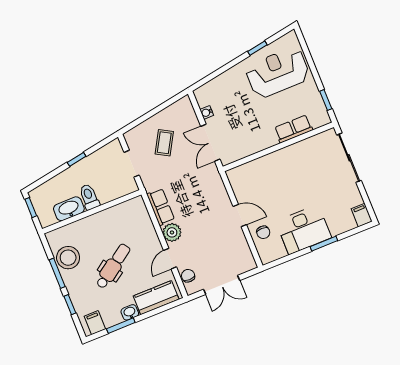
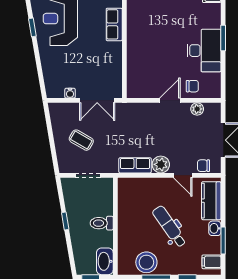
washbasin: (69, 209) -> (105, 261), moved
plant: (242, 246) -> (197, 109), added

